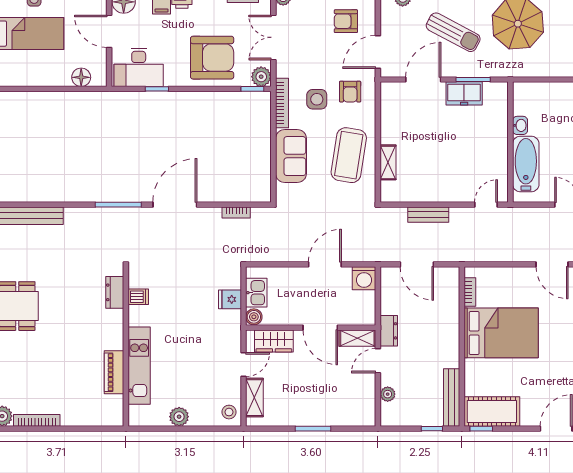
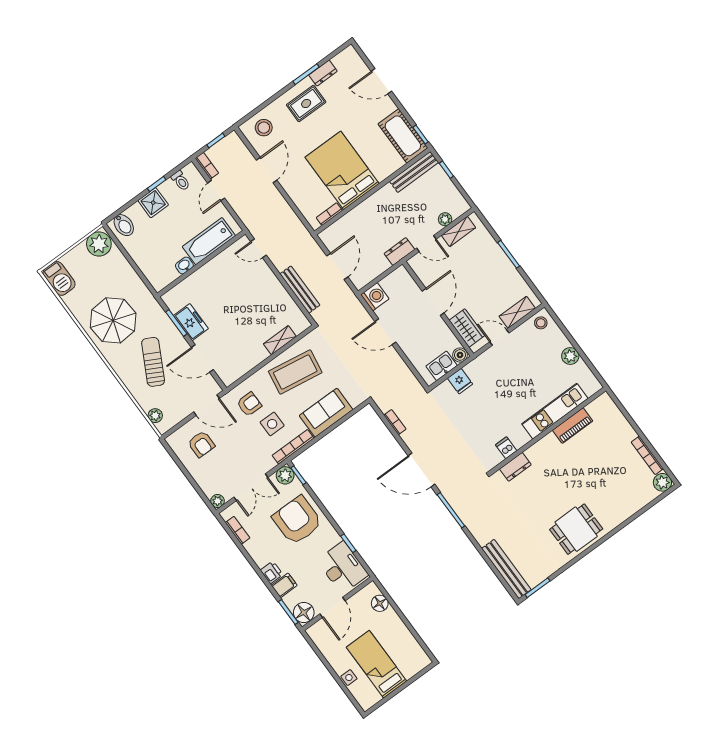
bench: (428, 215) -> (300, 290), width x1.36
shelving: (357, 338) -> (458, 232), moved, turned 90

